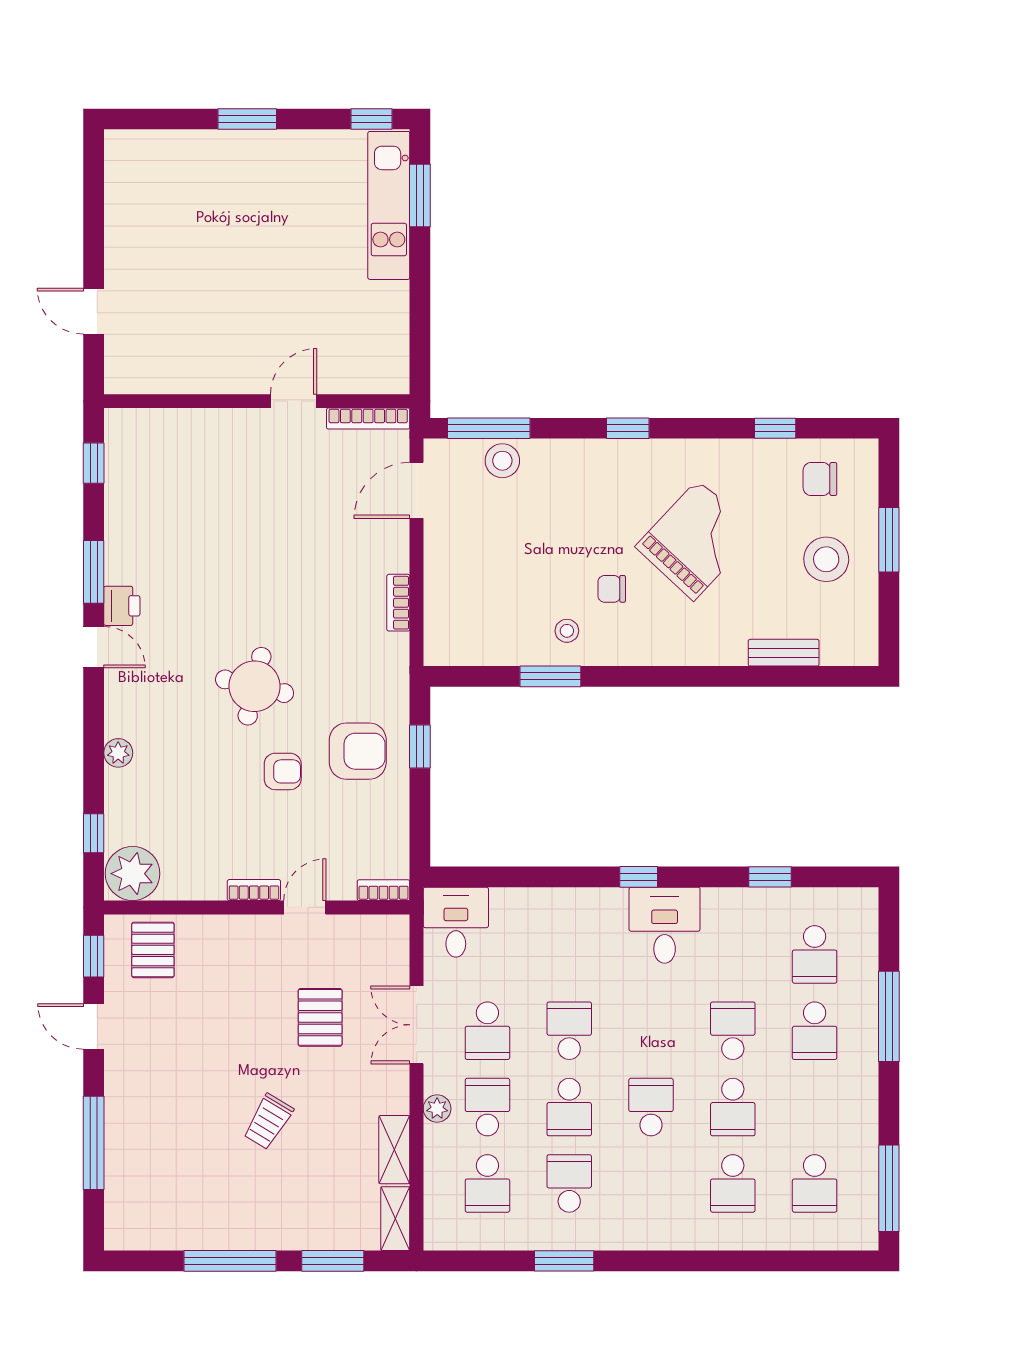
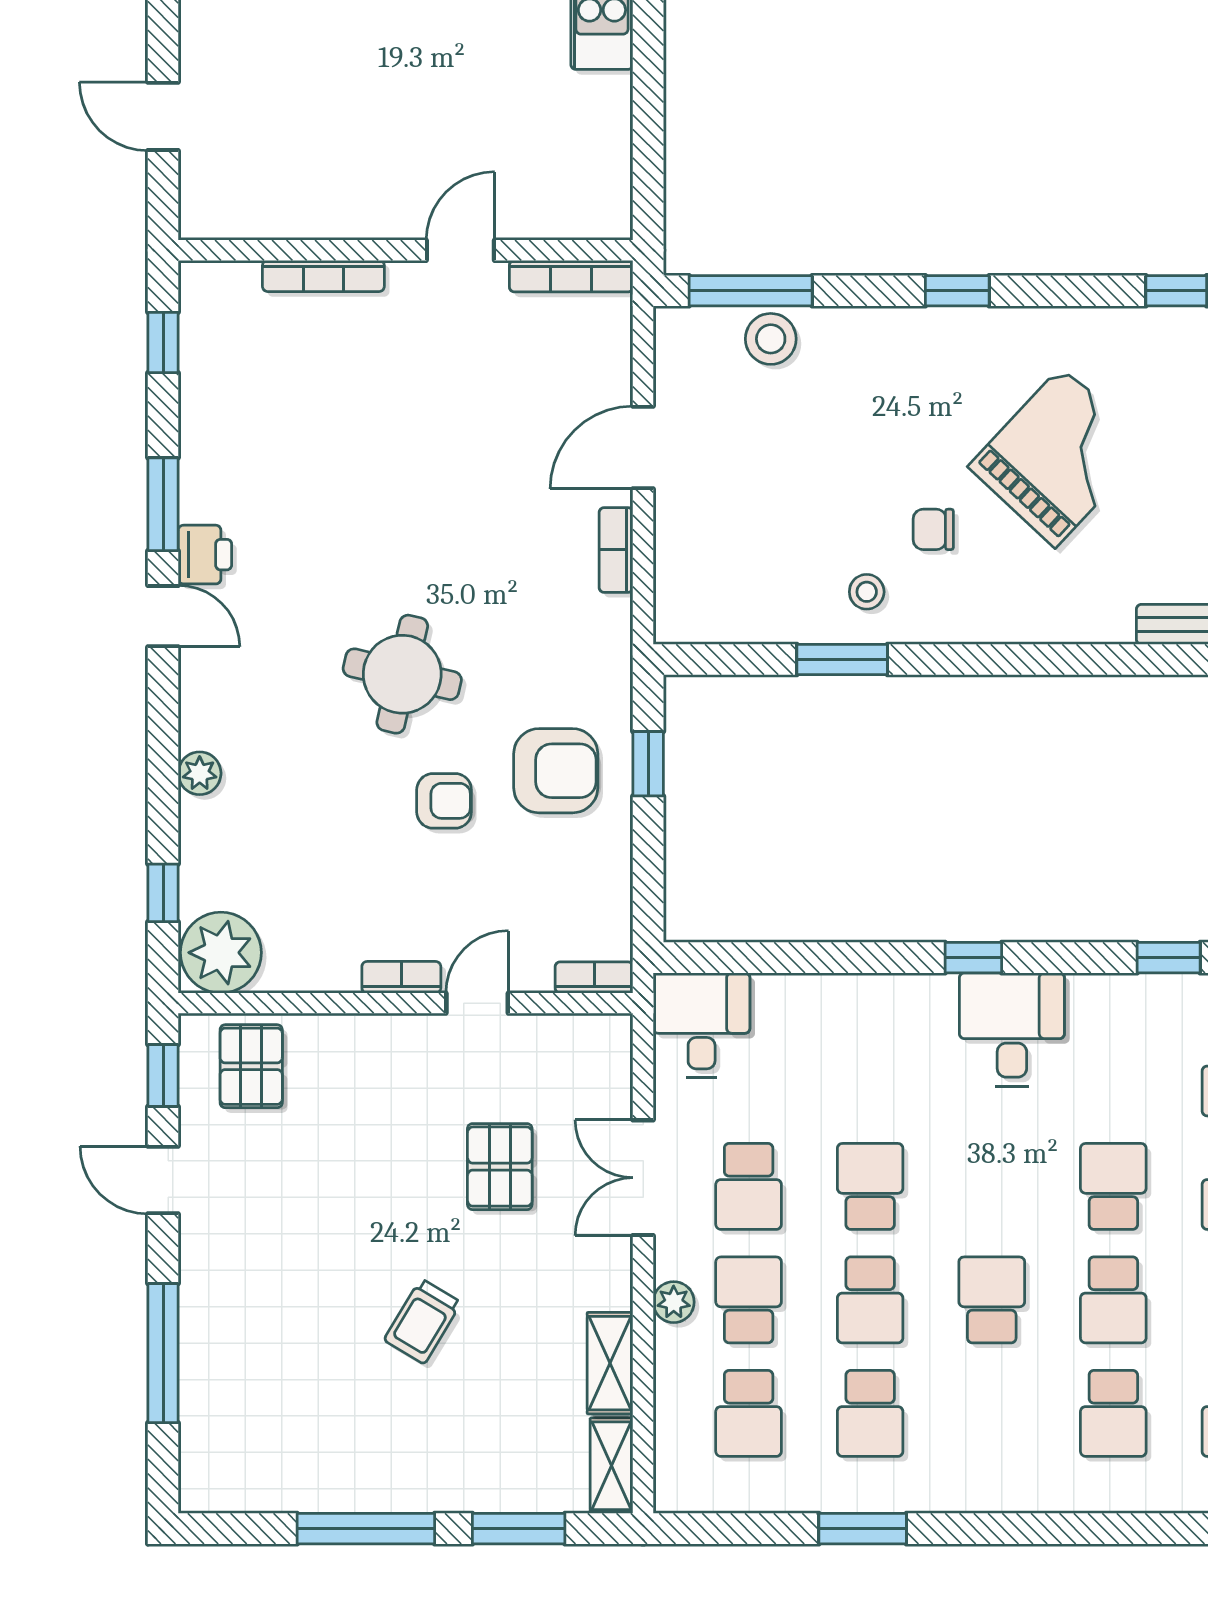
bookcase: (201, 418) -> (323, 276), added
door: (417, 490) -> (643, 447), moved
school desk: (569, 1183) -> (870, 1413), turned 180

